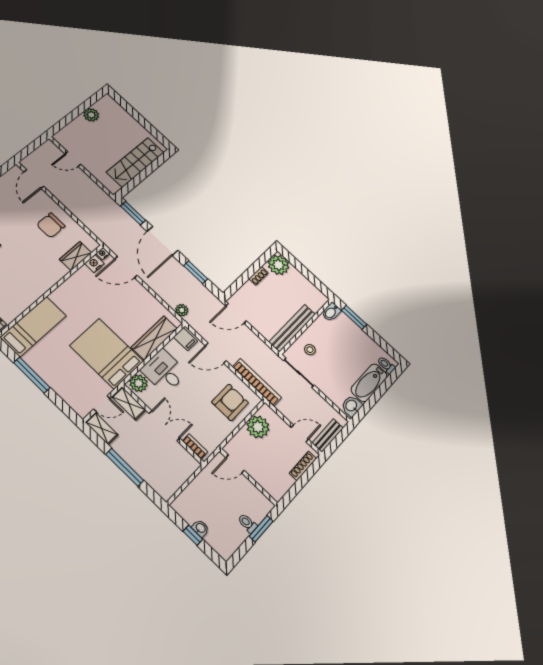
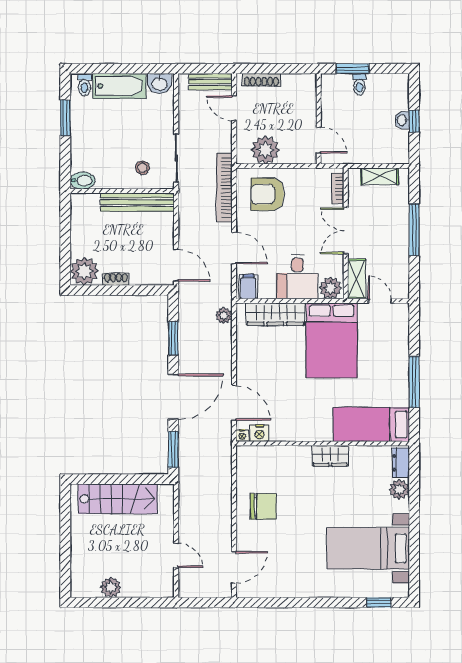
wardrobe: (76, 256) -> (330, 456), moved
window: (354, 317) -> (65, 118), moved
shelving: (102, 428) -> (379, 176), moved, turned 90

